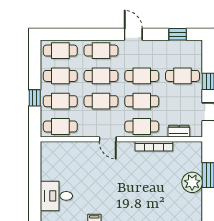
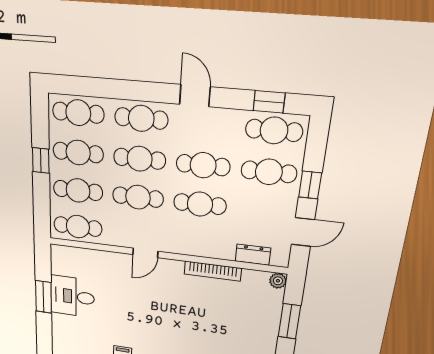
window: (35, 98) -> (41, 160), moved
cafe table: (142, 127) -> (274, 130), moved
door: (108, 139) -> (145, 253), hinge flipped
plant: (192, 182) -> (278, 281), moved, width x0.53, depth x0.53
window: (35, 183) -> (44, 297), added
desk: (56, 196) -> (72, 296), moved

